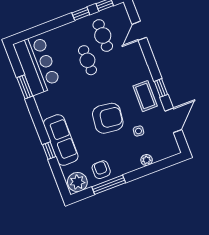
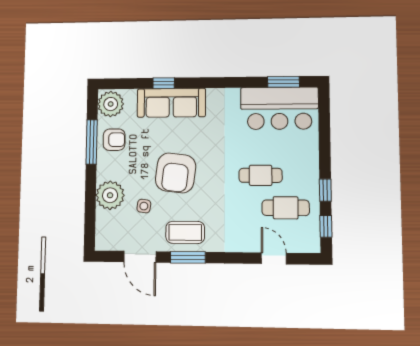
window: (25, 87) -> (283, 82), moved
window: (161, 88) -> (188, 257), width x1.50
plant: (147, 160) -> (110, 195), width x1.88, depth x1.88

